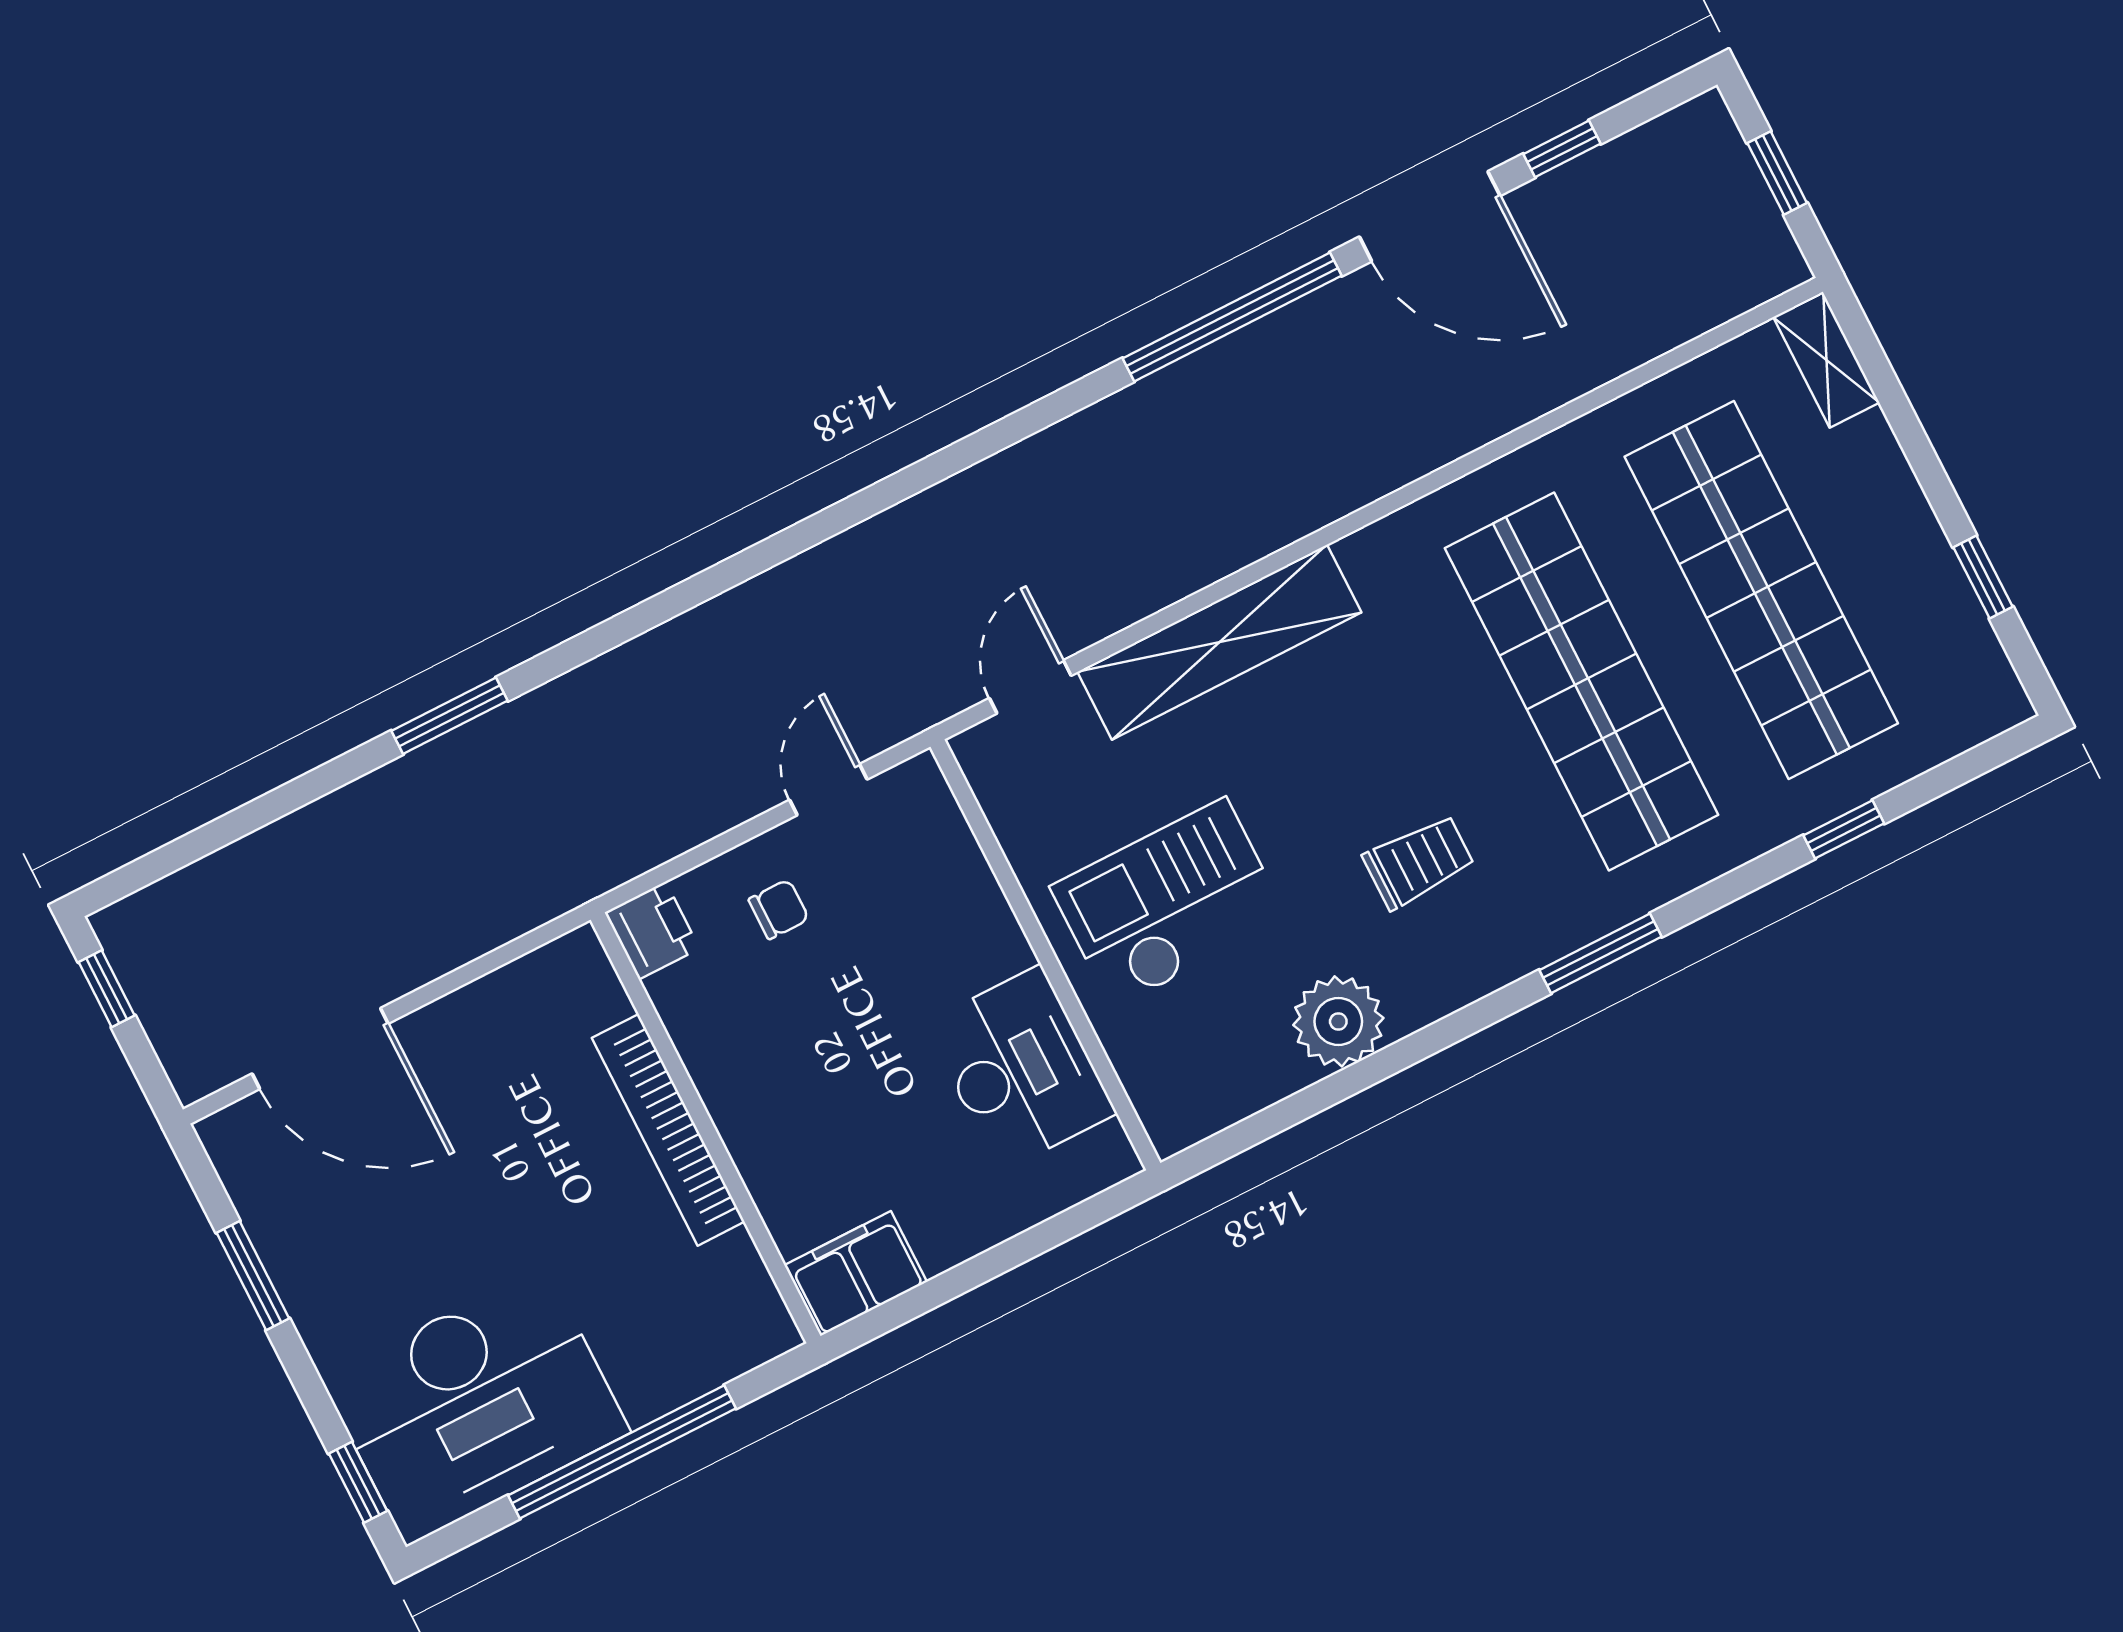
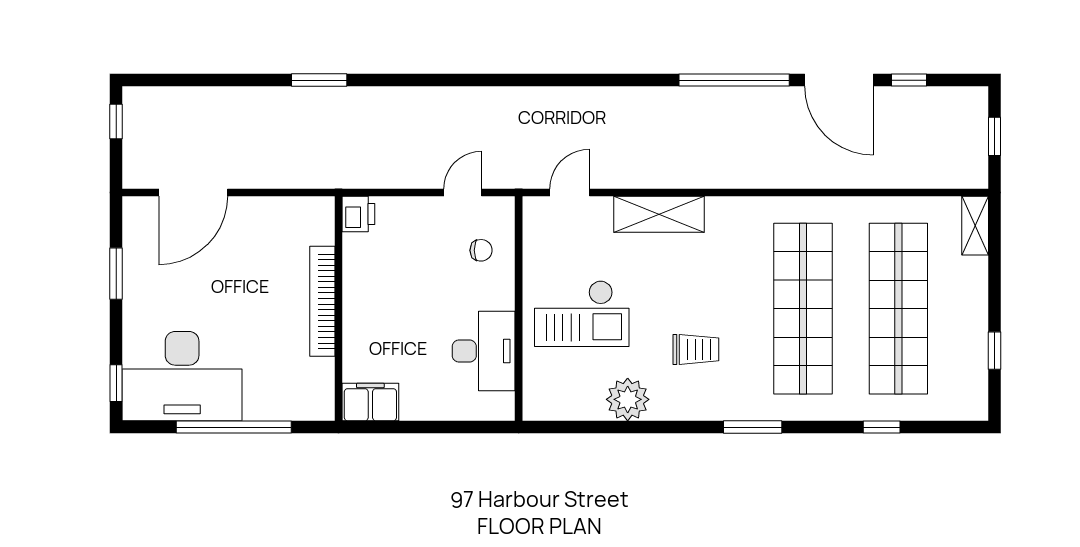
shelving: (1219, 642) -> (659, 214), width x0.68
checkout: (1169, 903) -> (582, 314), turned 180
chair: (779, 909) -> (481, 250), moved
door: (320, 1049) -> (193, 192), hinge flipped

